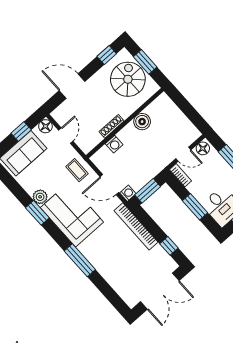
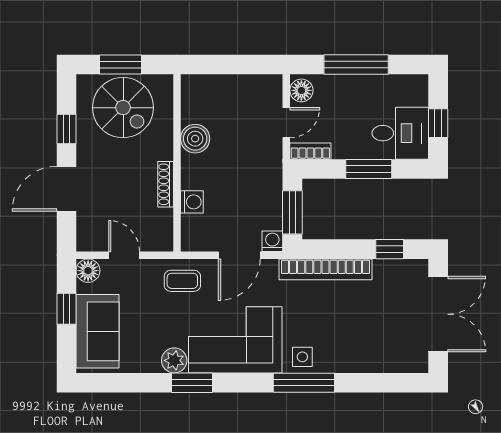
window: (107, 55) -> (66, 129), moved
spiral stairs: (128, 79) -> (123, 108), turned 180
side table: (90, 250) -> (302, 357), added

